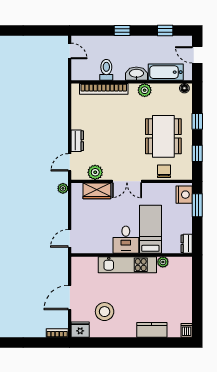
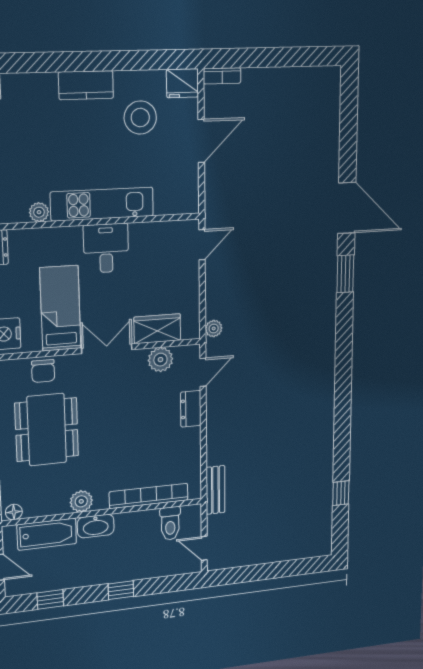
toilet: (106, 70) -> (170, 523), moved
bench: (62, 88) -> (215, 490), added
bed: (150, 229) -> (60, 308), moved, turned 180
kitchen counter: (152, 330) -> (86, 85), moved

